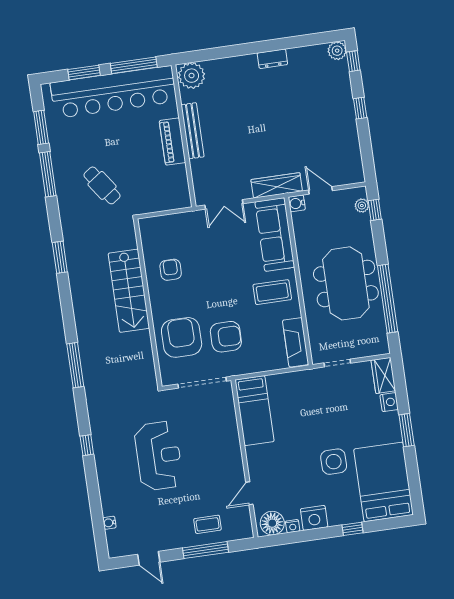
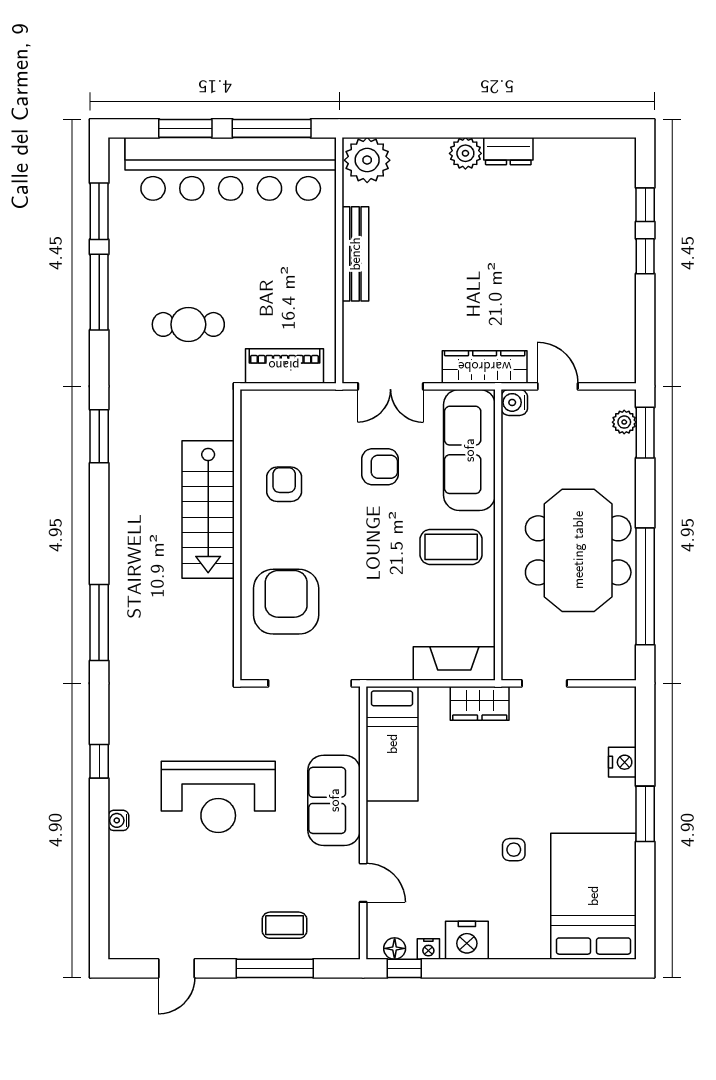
plant: (337, 51) -> (465, 153), moved
window: (353, 61) -> (645, 205), moved
piano: (173, 142) -> (284, 366), moved, turned 90
cafe table: (102, 185) -> (188, 324), turned -55
window: (375, 210) -> (645, 433), width x1.50
armchair: (226, 337) -> (380, 467), moved, width x0.72, depth x0.72
fireplace: (296, 342) -> (454, 664), moved, turned 90
wardrobe: (383, 375) -> (480, 703), moved, turned -90
sofa: (226, 448) -> (334, 800), added
reception desk: (159, 456) -> (218, 797), turned 90
side table: (334, 462) -> (514, 850), width x0.54, depth x0.54
door: (249, 493) -> (363, 883), swing flipped
water cooler: (109, 523) -> (118, 820), moved
floor lamp: (272, 523) -> (395, 948), width x0.53, depth x0.53
window: (353, 529) -> (404, 968), moved
door: (149, 558) -> (176, 968), hinge flipped

